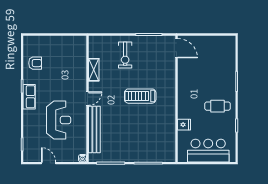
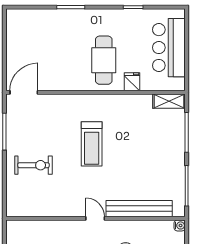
shelving: (94, 70) -> (169, 101), moved
cafe table: (218, 106) -> (104, 60), moved, width x1.37, depth x1.35

